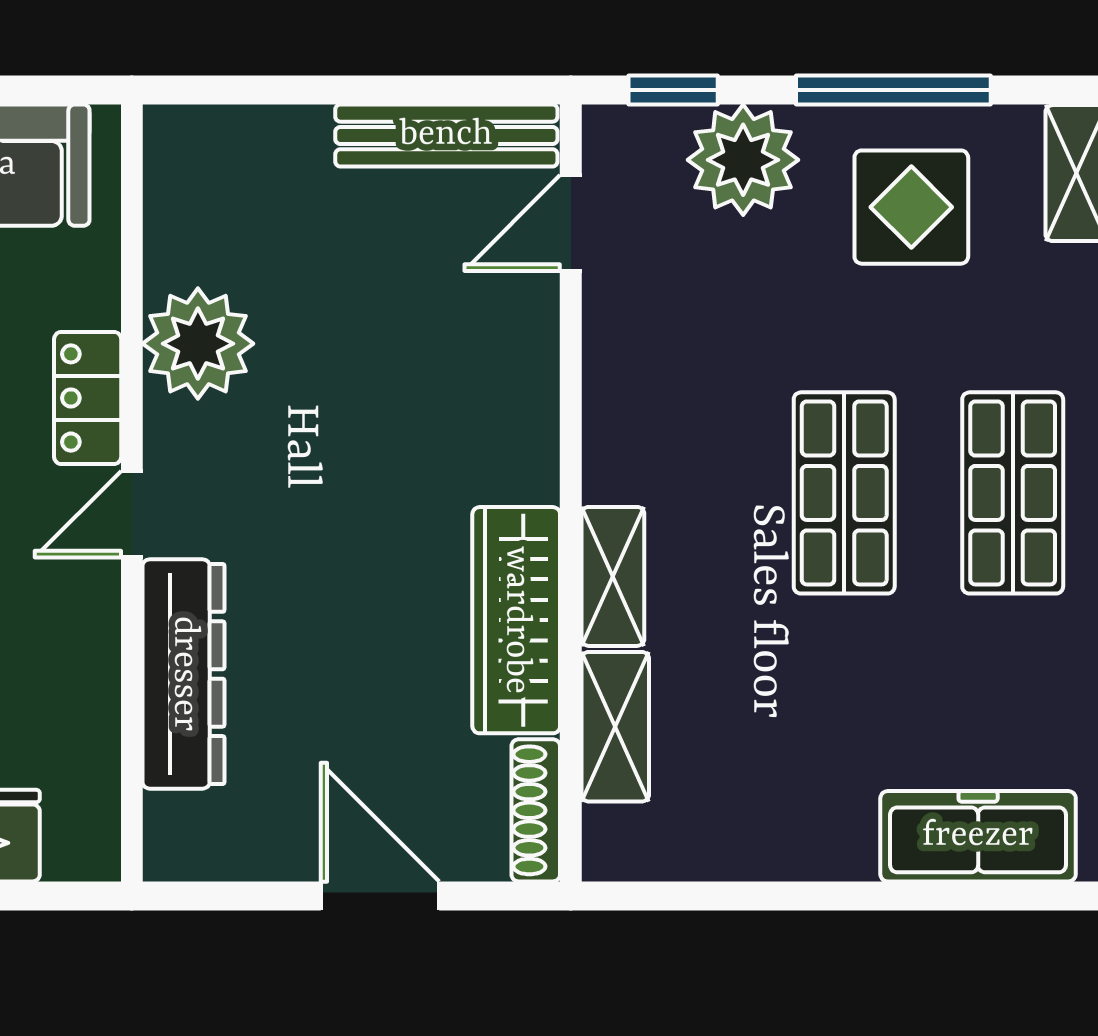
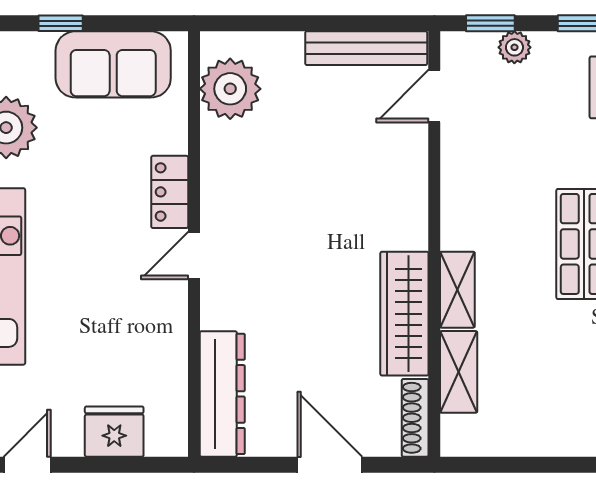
plant: (743, 160) -> (514, 47), width x0.53, depth x0.53
plant: (198, 344) -> (230, 89), moved
dresser: (184, 674) -> (222, 394), moved

